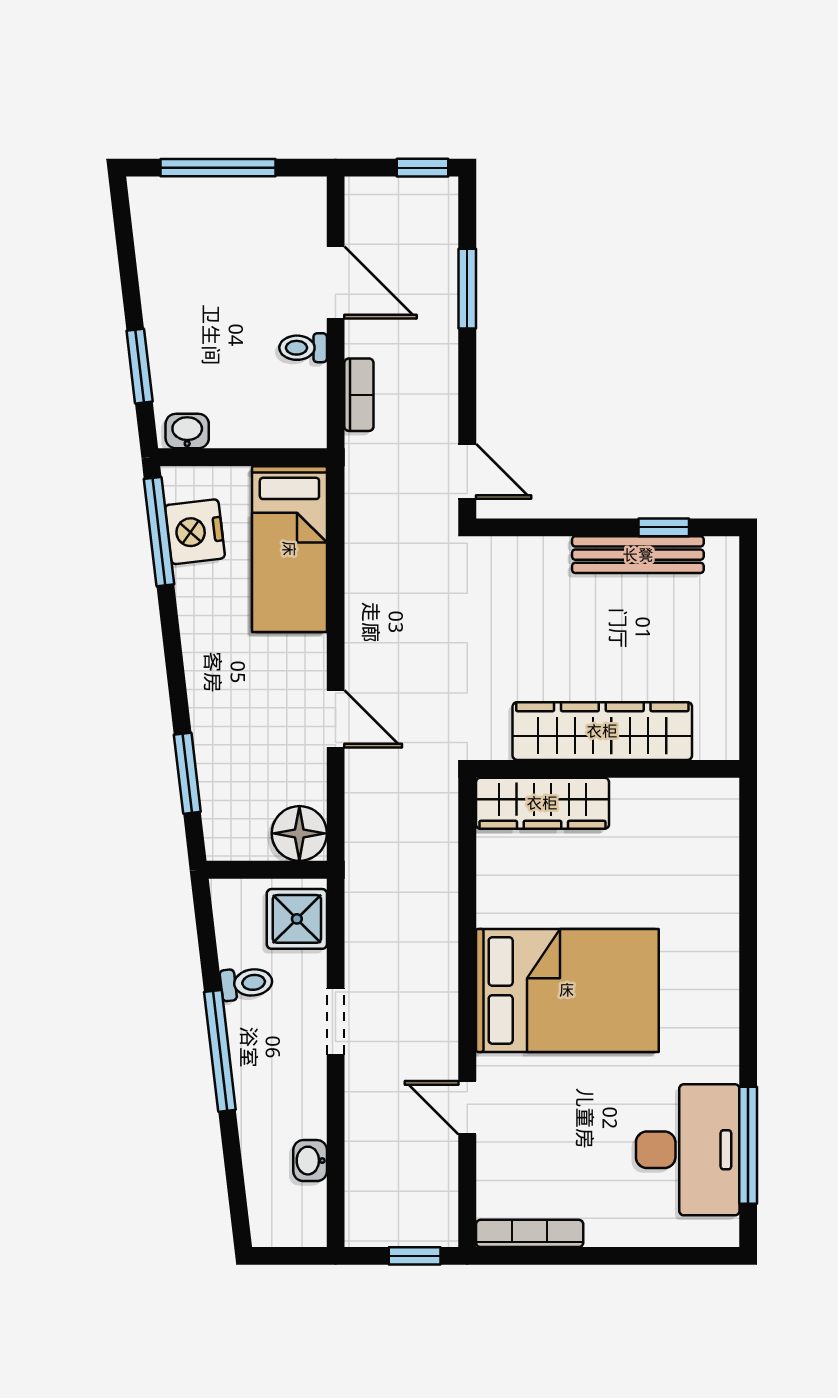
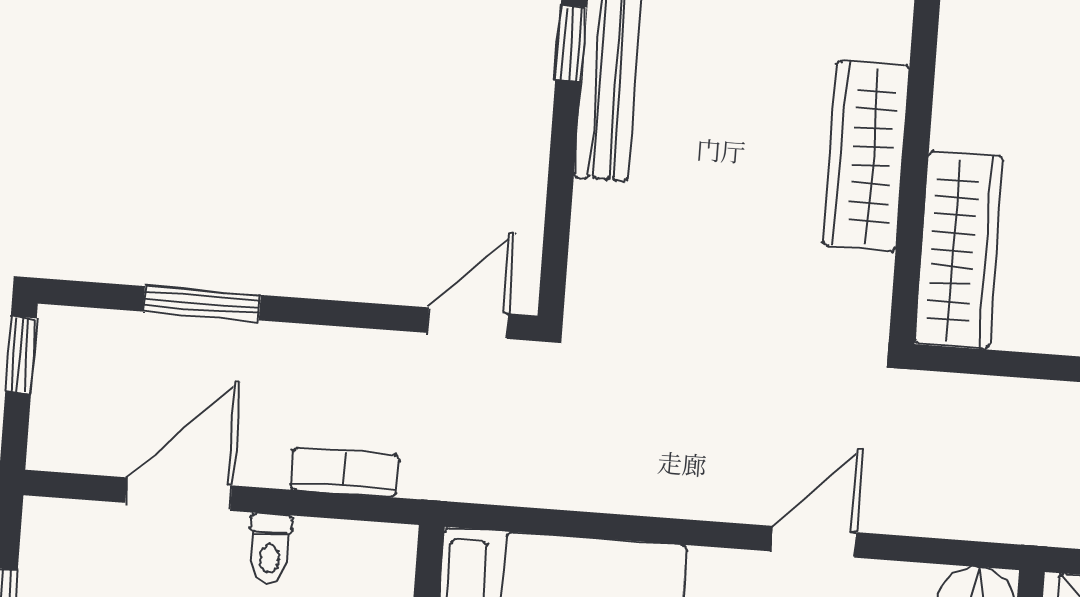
wardrobe: (602, 731) -> (867, 156), width x0.71, depth x0.85

